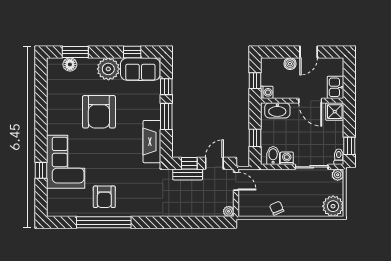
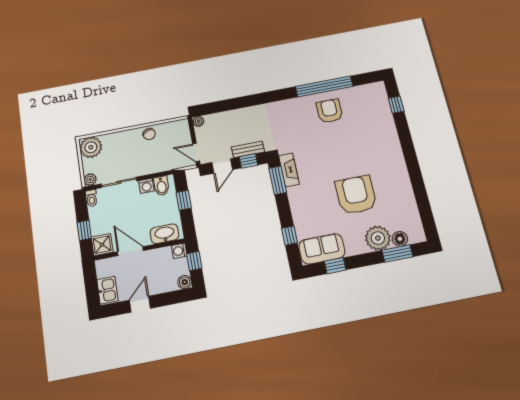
boiler: (290, 64) -> (185, 282), moved
plant: (108, 69) -> (378, 238), moved
kitchen sink: (335, 87) -> (107, 290), moved
window: (166, 117) -> (278, 180), moved
fireplace: (152, 142) -> (289, 170), width x0.73, depth x0.76
window: (349, 146) -> (84, 230), moved
corner sofa: (66, 162) -> (378, 137), removed
window: (41, 170) -> (396, 105), moved

